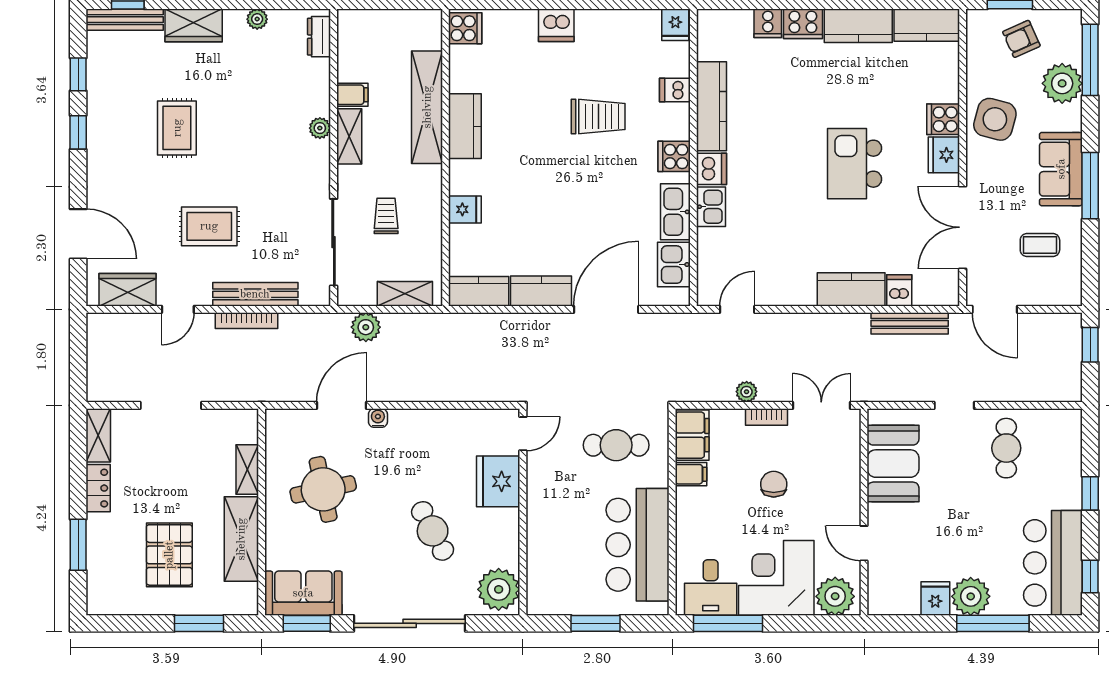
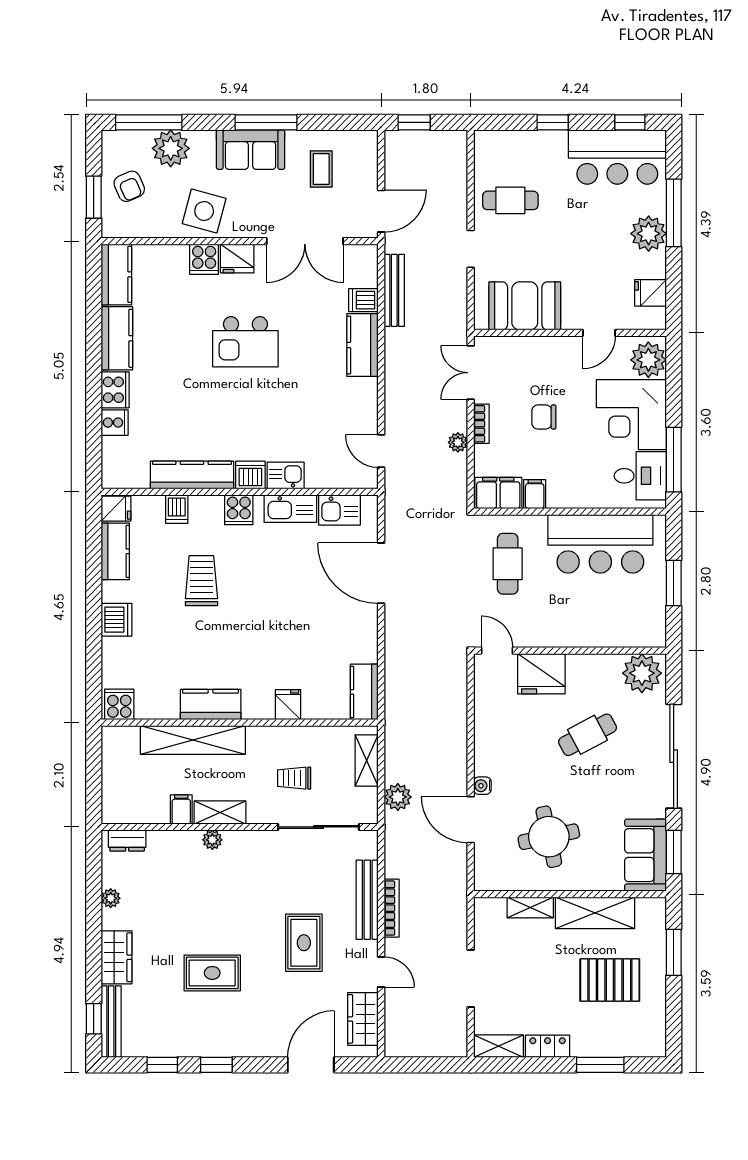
kitchen counter: (541, 291) -> (115, 551), moved, turned 180
fridge: (935, 598) -> (650, 293), moved

